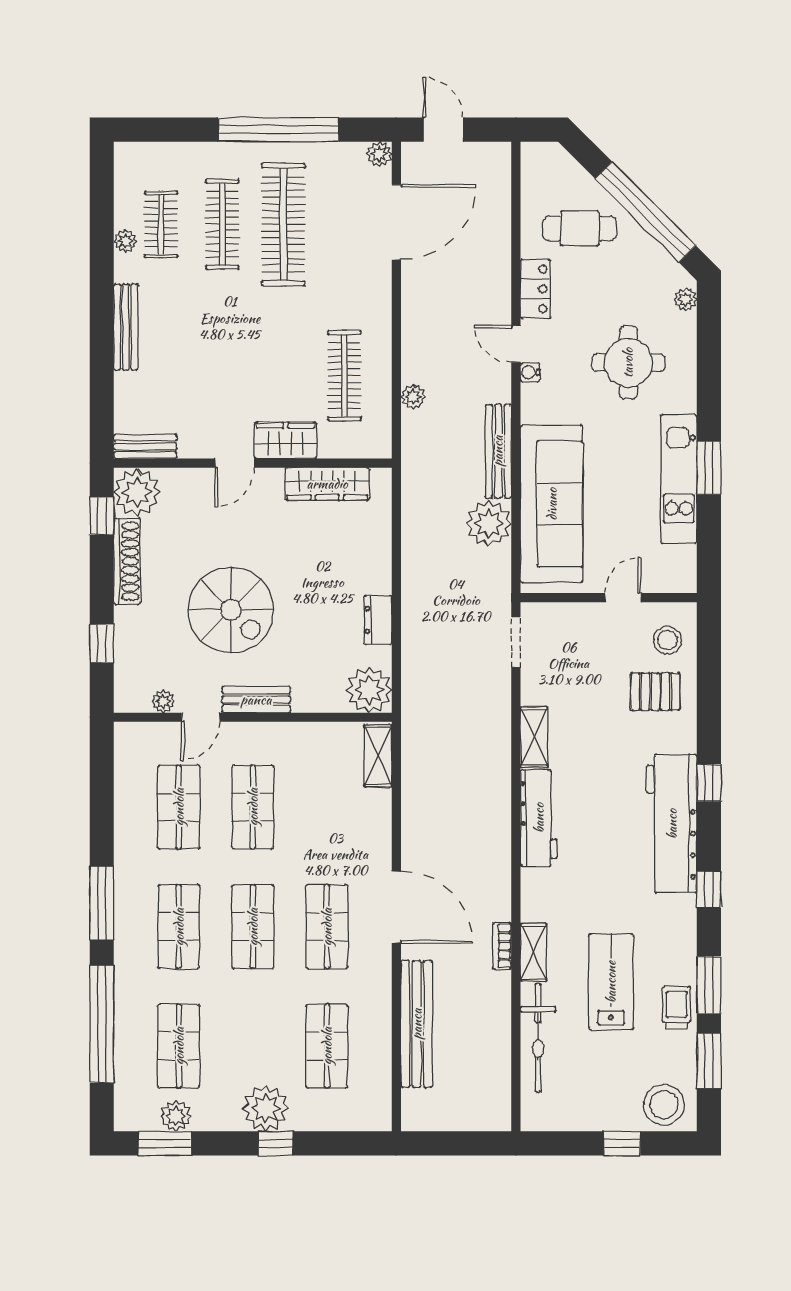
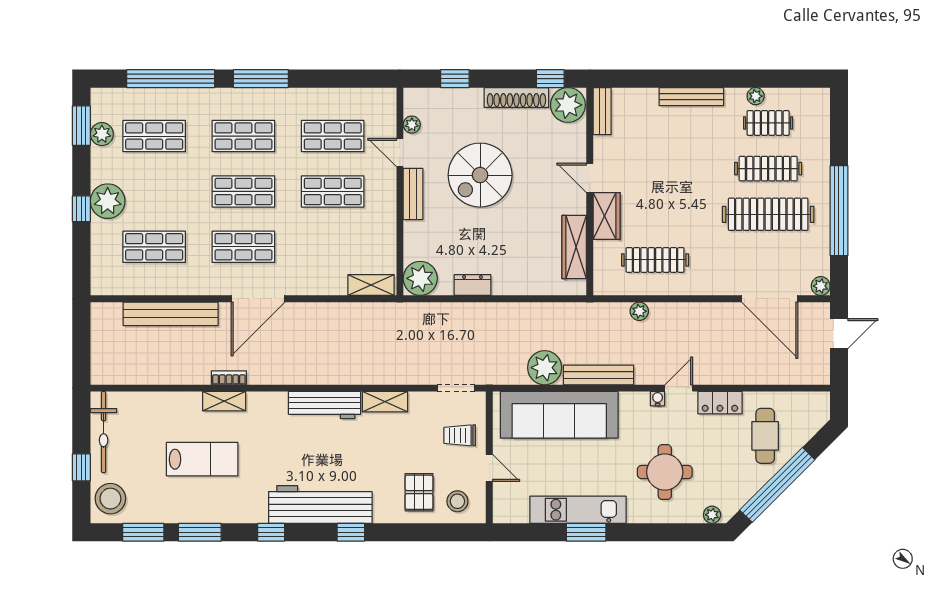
trolley: (677, 1008) -> (460, 435), moved, turned 180
bicycle: (538, 1038) -> (104, 432), moved, turned -90

